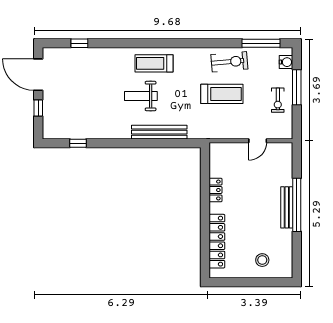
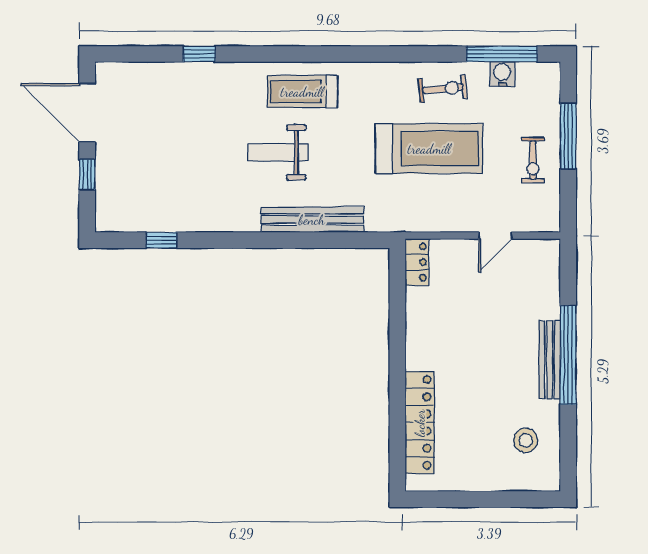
window: (79, 43) -> (199, 54), moved
exercise bike: (229, 62) -> (443, 89), width x0.73, depth x0.72
water cooler: (286, 62) -> (502, 74), moved, turned -90
treadmill: (222, 94) -> (429, 149), width x1.37, depth x1.38
locker: (215, 190) -> (417, 262), moved
stool: (262, 260) -> (526, 440), moved

